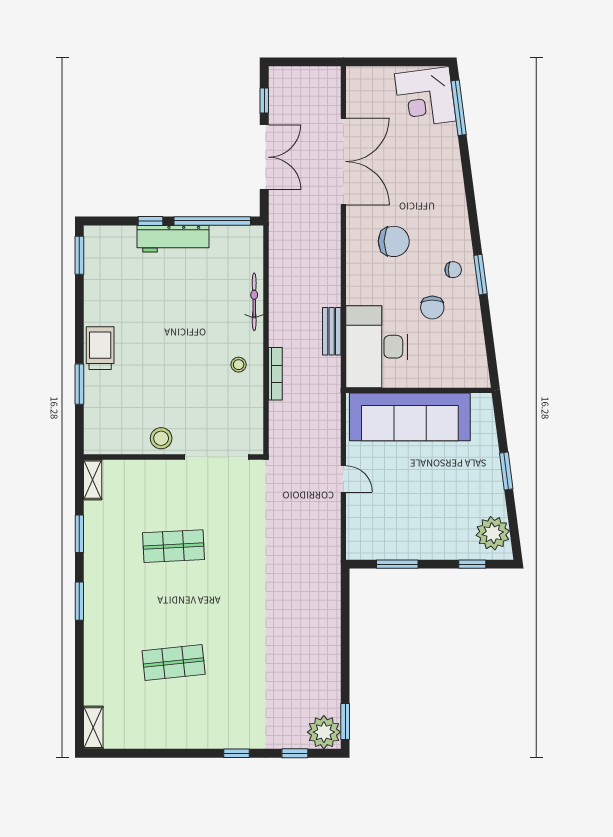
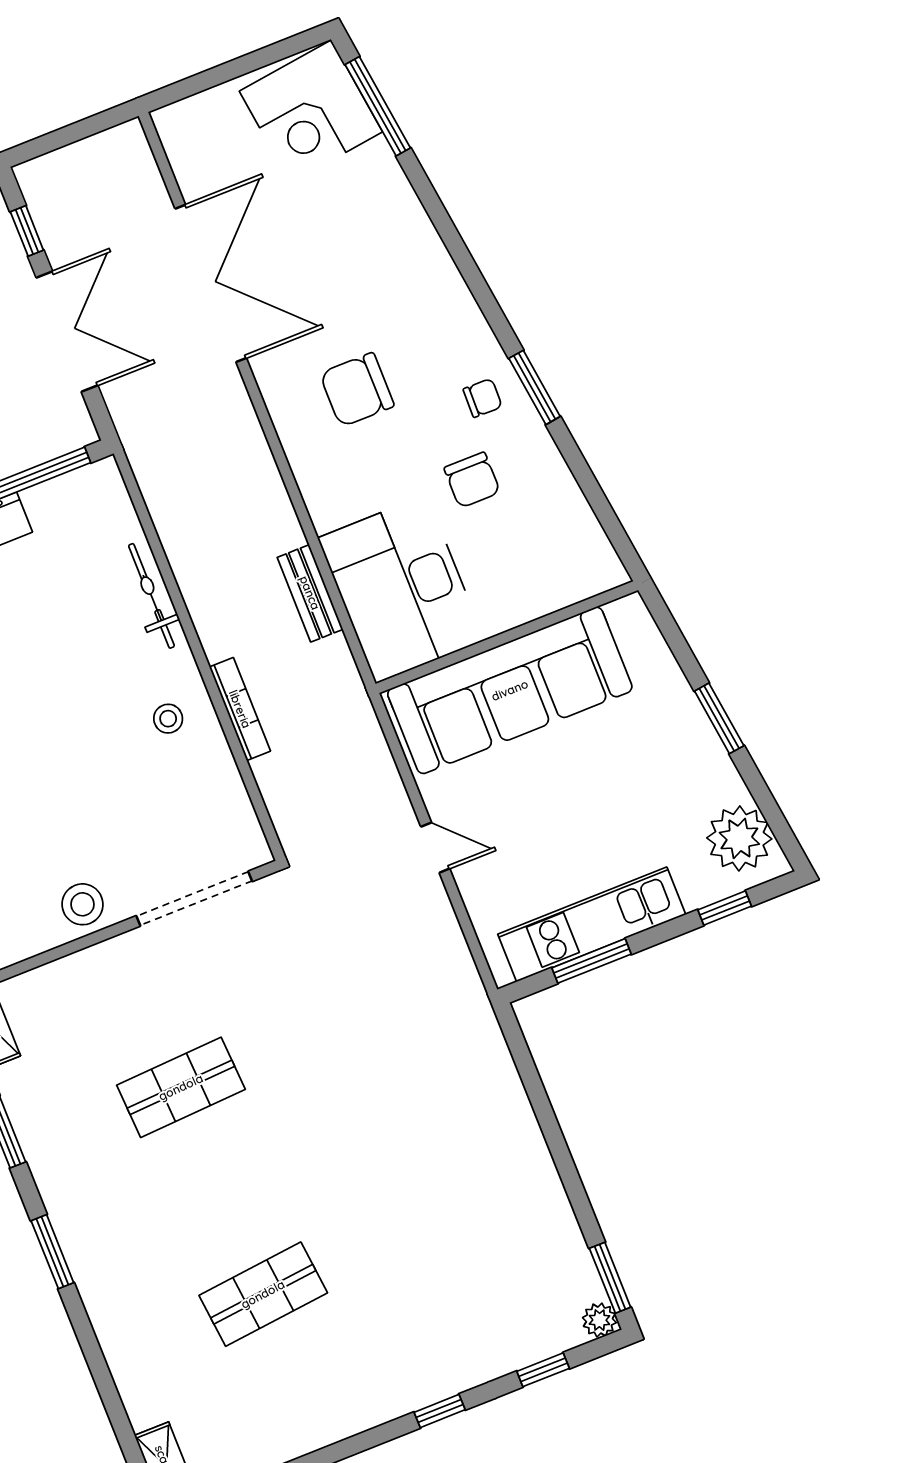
chair: (394, 241) -> (357, 390), turned 180
kitchen unit: (405, 546) -> (592, 924), added
plant: (324, 732) -> (599, 1320), width x0.53, depth x0.53

